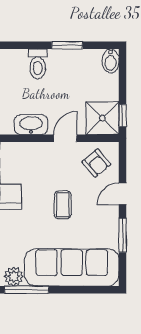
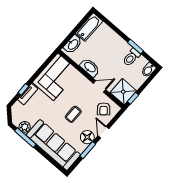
toilet: (38, 64) -> (131, 57), moved
door: (123, 194) -> (103, 132), hinge flipped
floor lamp: (107, 219) -> (87, 137), added

